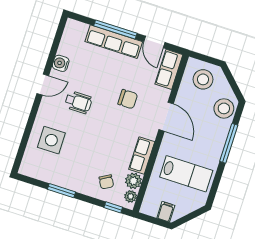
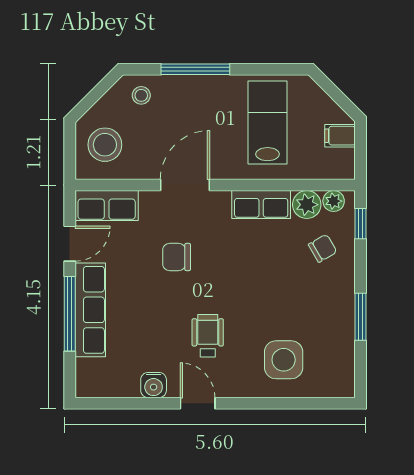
chair: (128, 99) -> (177, 257), turned -90
stool: (224, 108) -> (141, 95), width x0.53, depth x0.53

